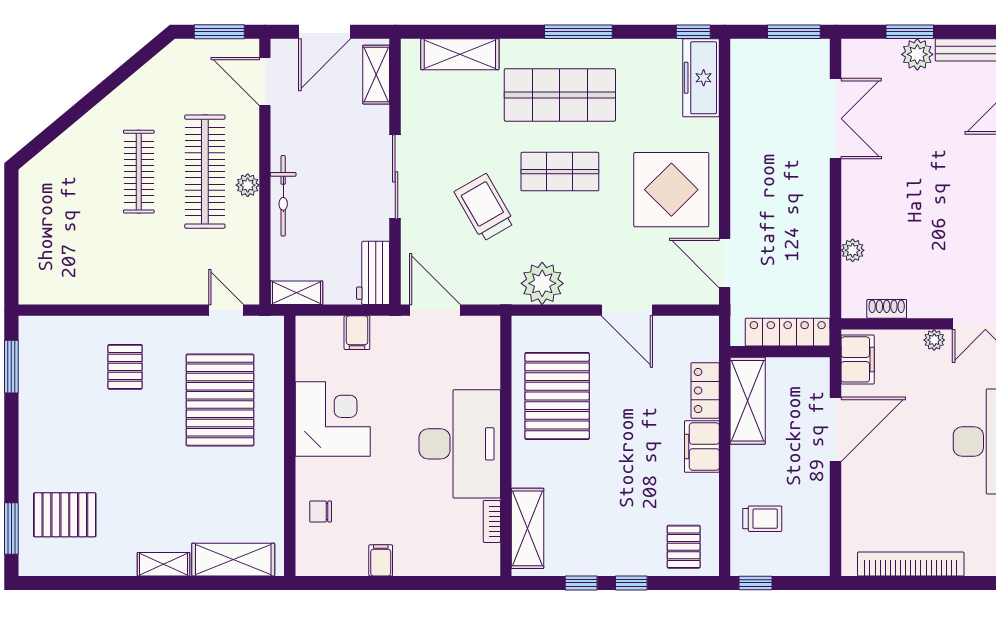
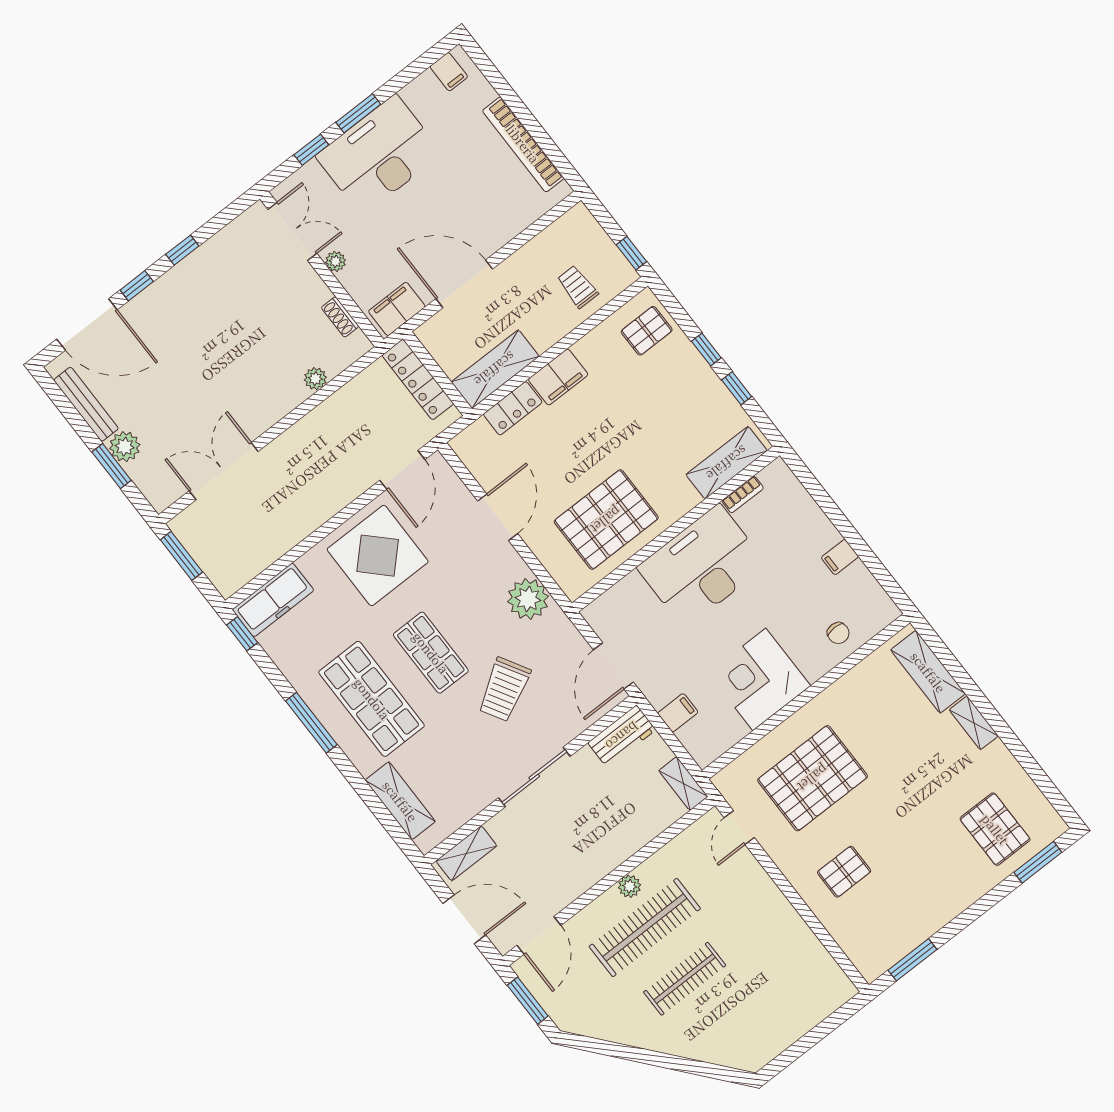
bicycle: (283, 196) -> (616, 852), removed

